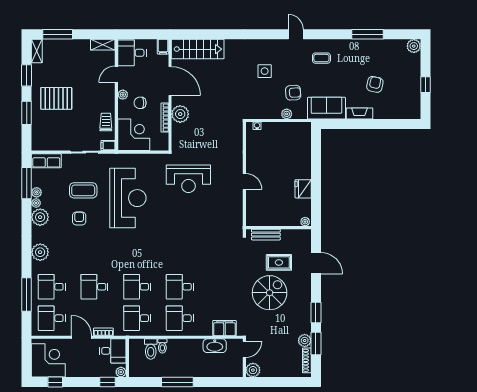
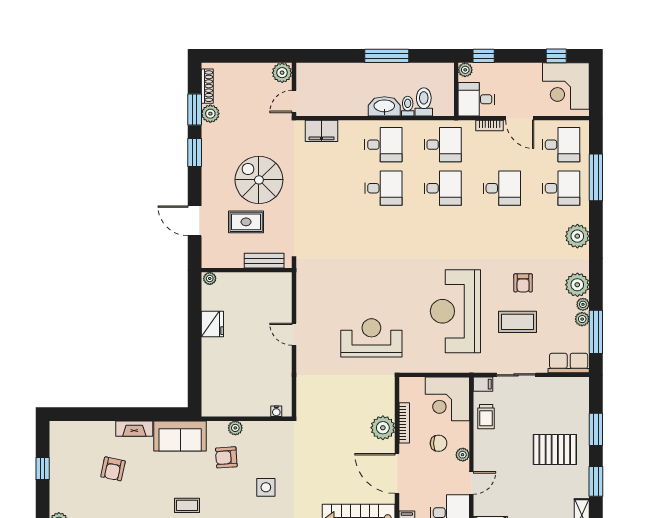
spiral stairs: (270, 293) -> (259, 180), turned 90
washbasin: (215, 346) -> (384, 106), moved

